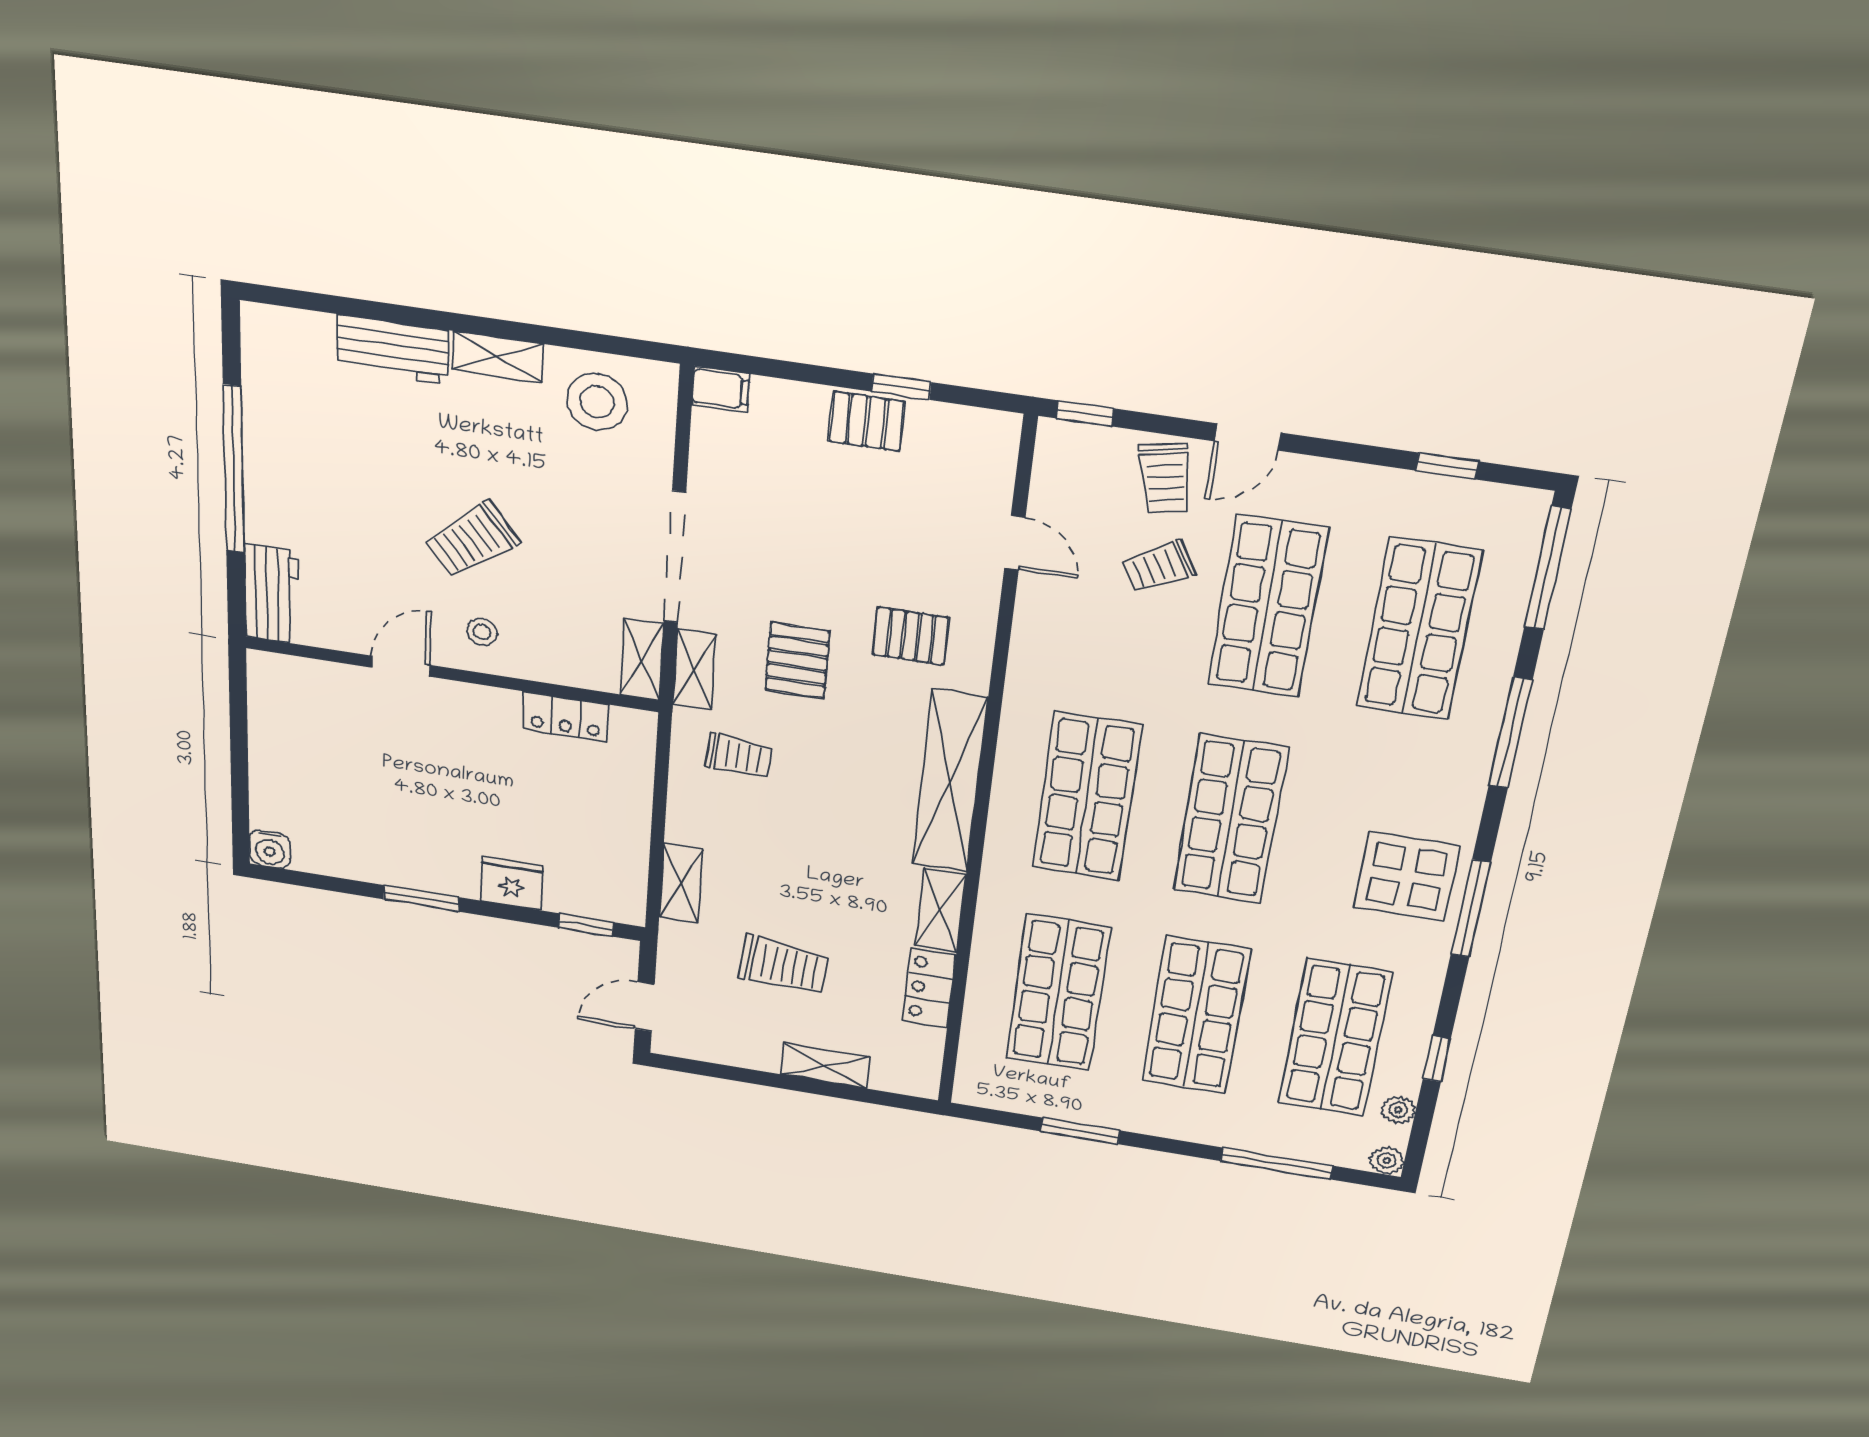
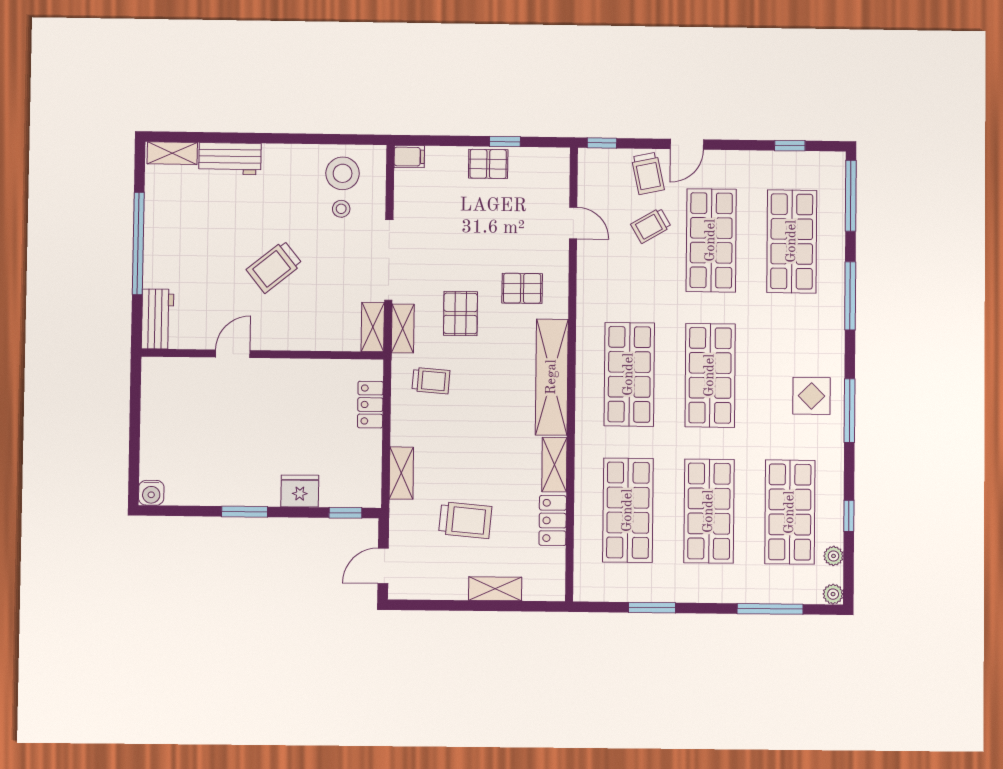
shelving: (498, 357) -> (172, 153), moved
stool: (482, 632) -> (341, 209), moved
locker: (565, 717) -> (370, 405), moved, turned 90
display table: (1407, 877) -> (811, 396), width x0.73, depth x0.73

